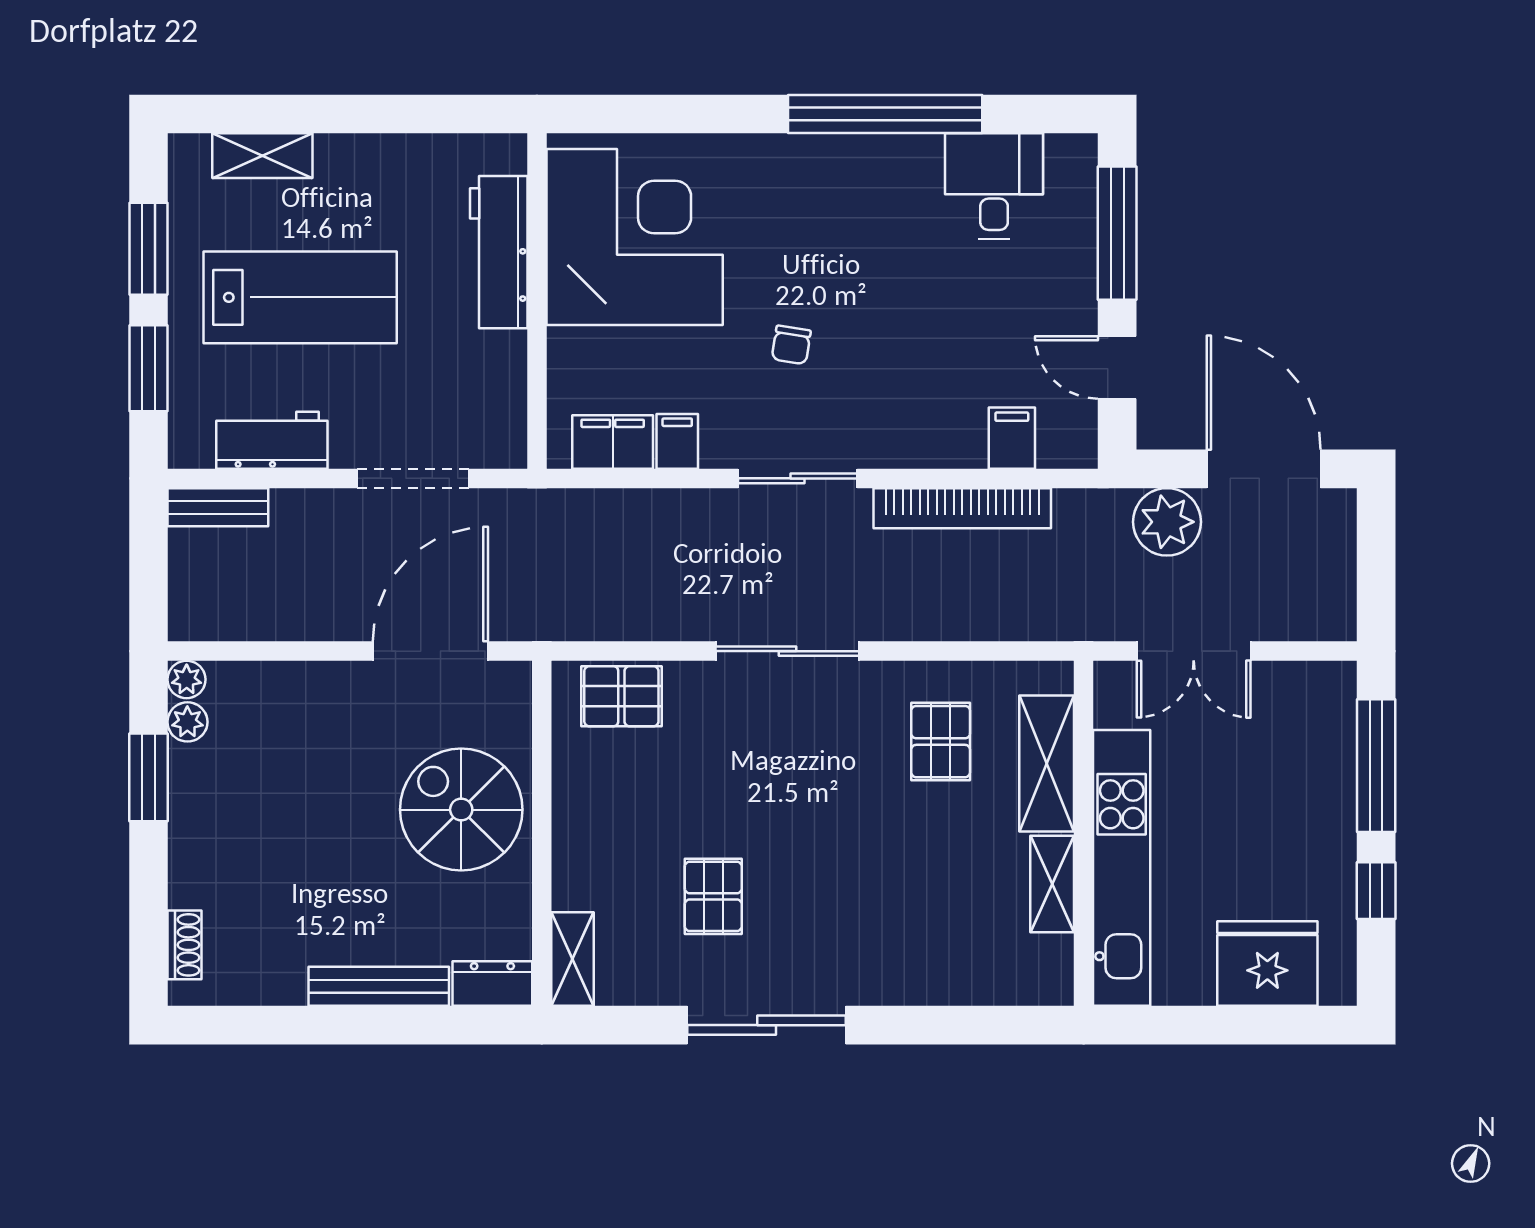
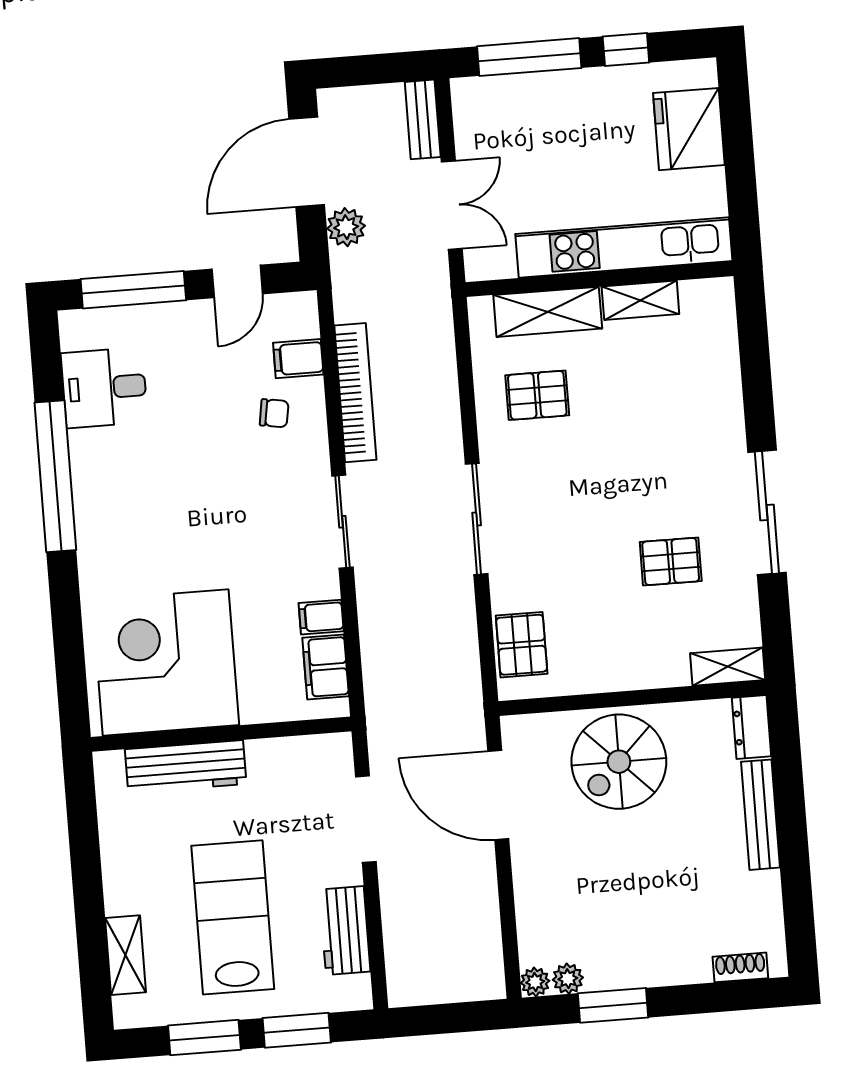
chair: (791, 345) -> (274, 413), moved
bench: (218, 507) -> (423, 119), moved
plant: (1167, 522) -> (346, 227), width x0.73, depth x0.73

